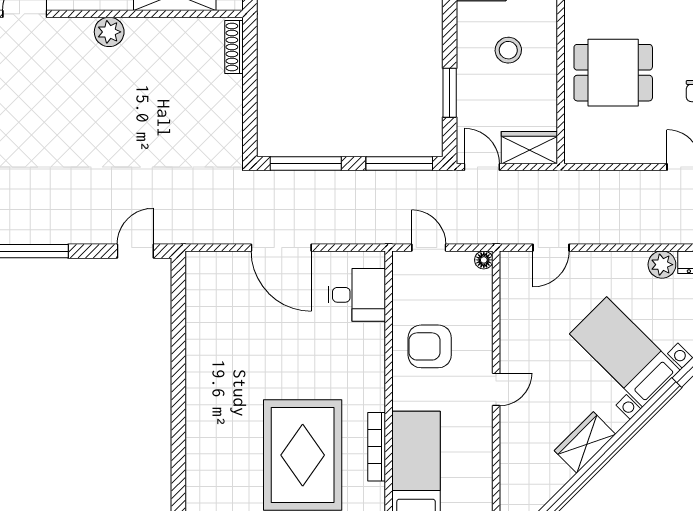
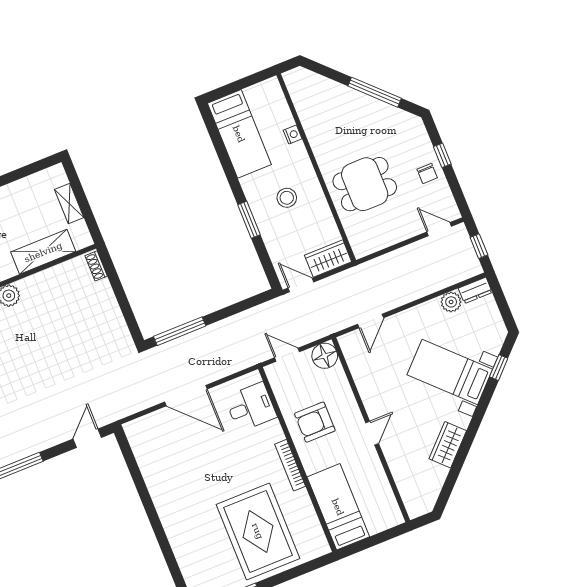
shoe rack: (234, 47) -> (96, 266), width x0.70
window: (450, 93) -> (249, 220), moved
window: (399, 164) -> (244, 305), removed
floor lamp: (484, 260) -> (325, 356), width x1.89, depth x1.89
bookcase: (377, 447) -> (290, 465), moved

